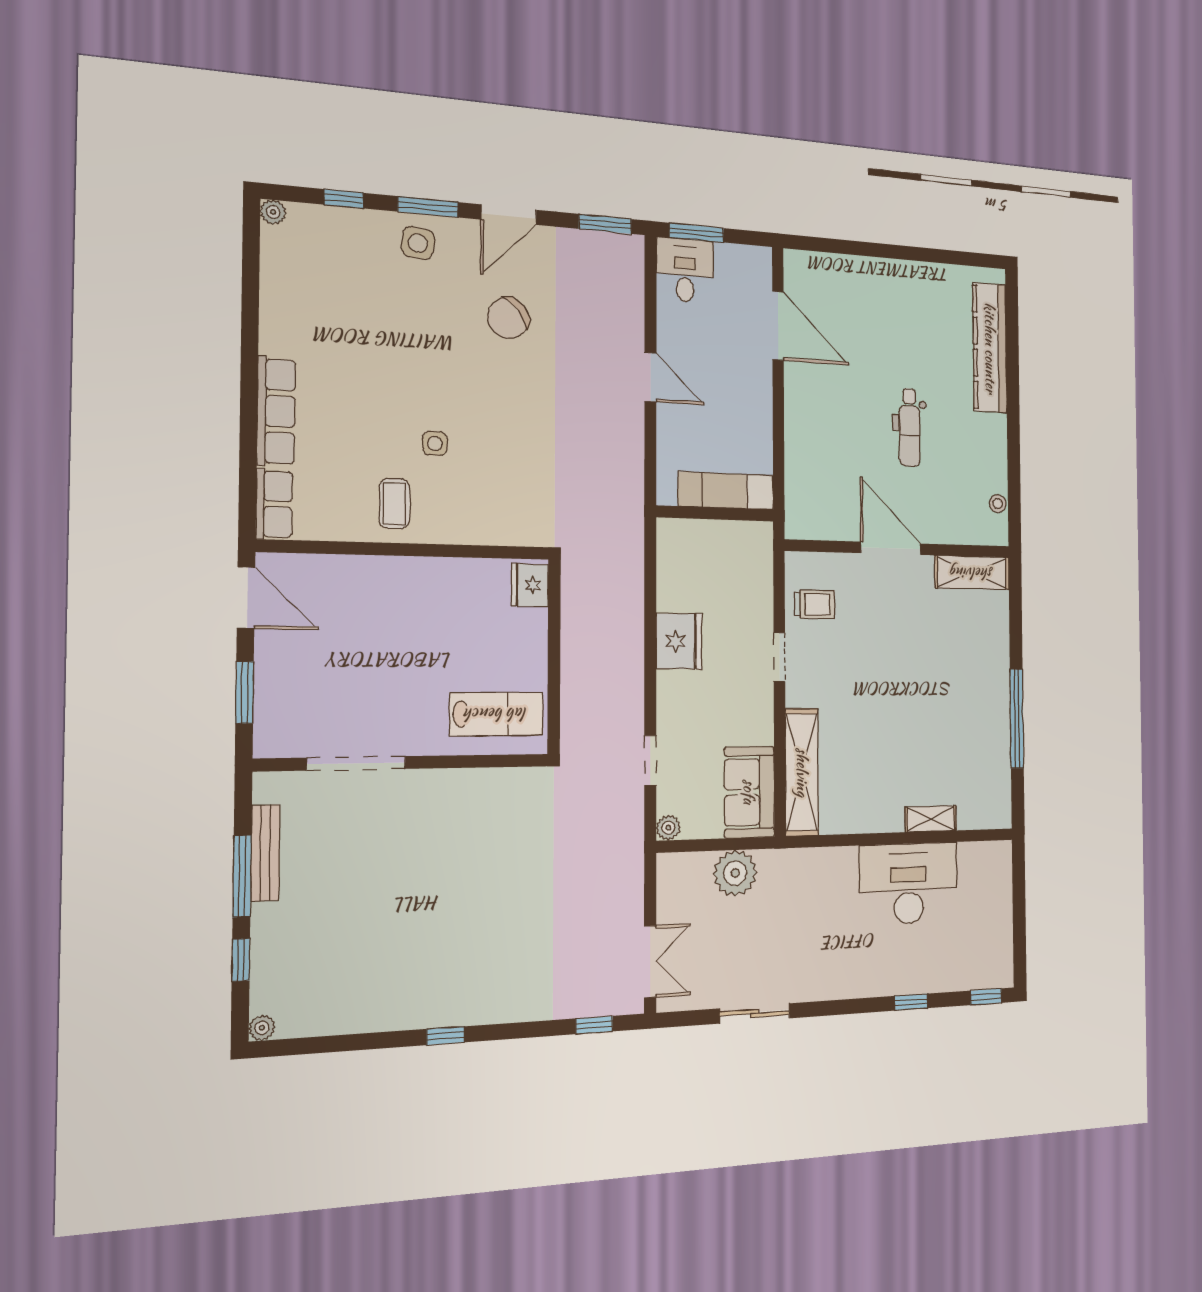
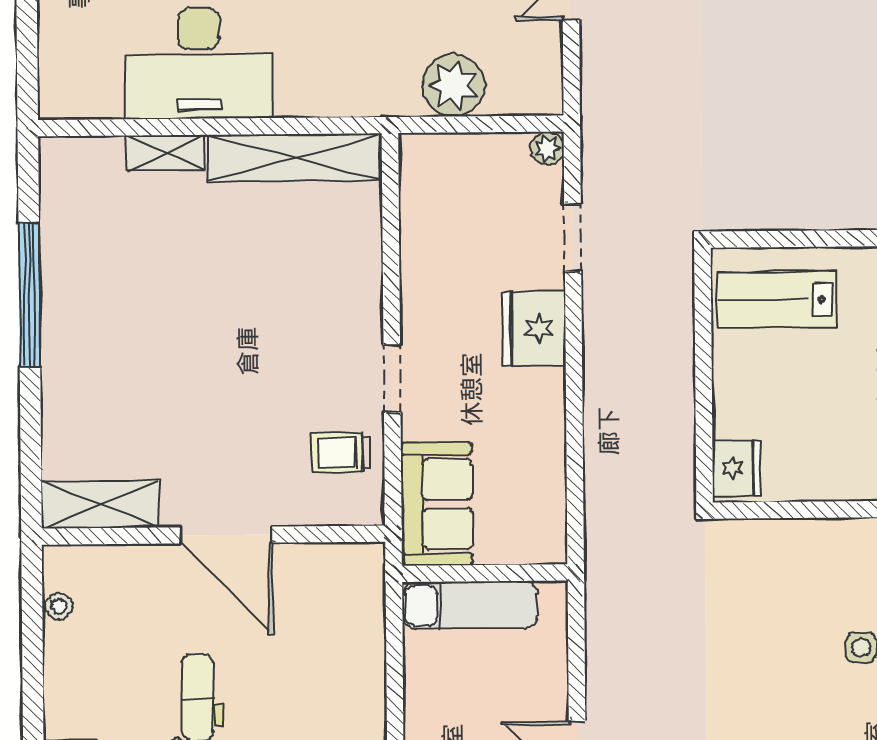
fridge: (679, 641) -> (534, 328), moved
shelving: (802, 772) -> (295, 158), moved, turned 90
sofa: (749, 792) -> (437, 504), moved

